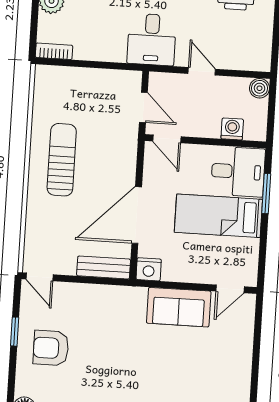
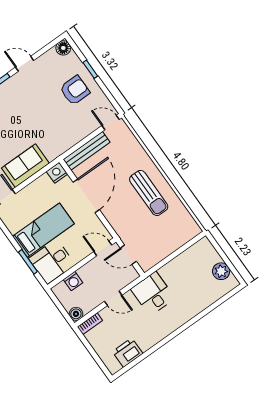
bookcase: (54, 51) -> (90, 324), moved
bench: (104, 267) -> (87, 151), width x1.36
window: (15, 332) -> (90, 69), moved

